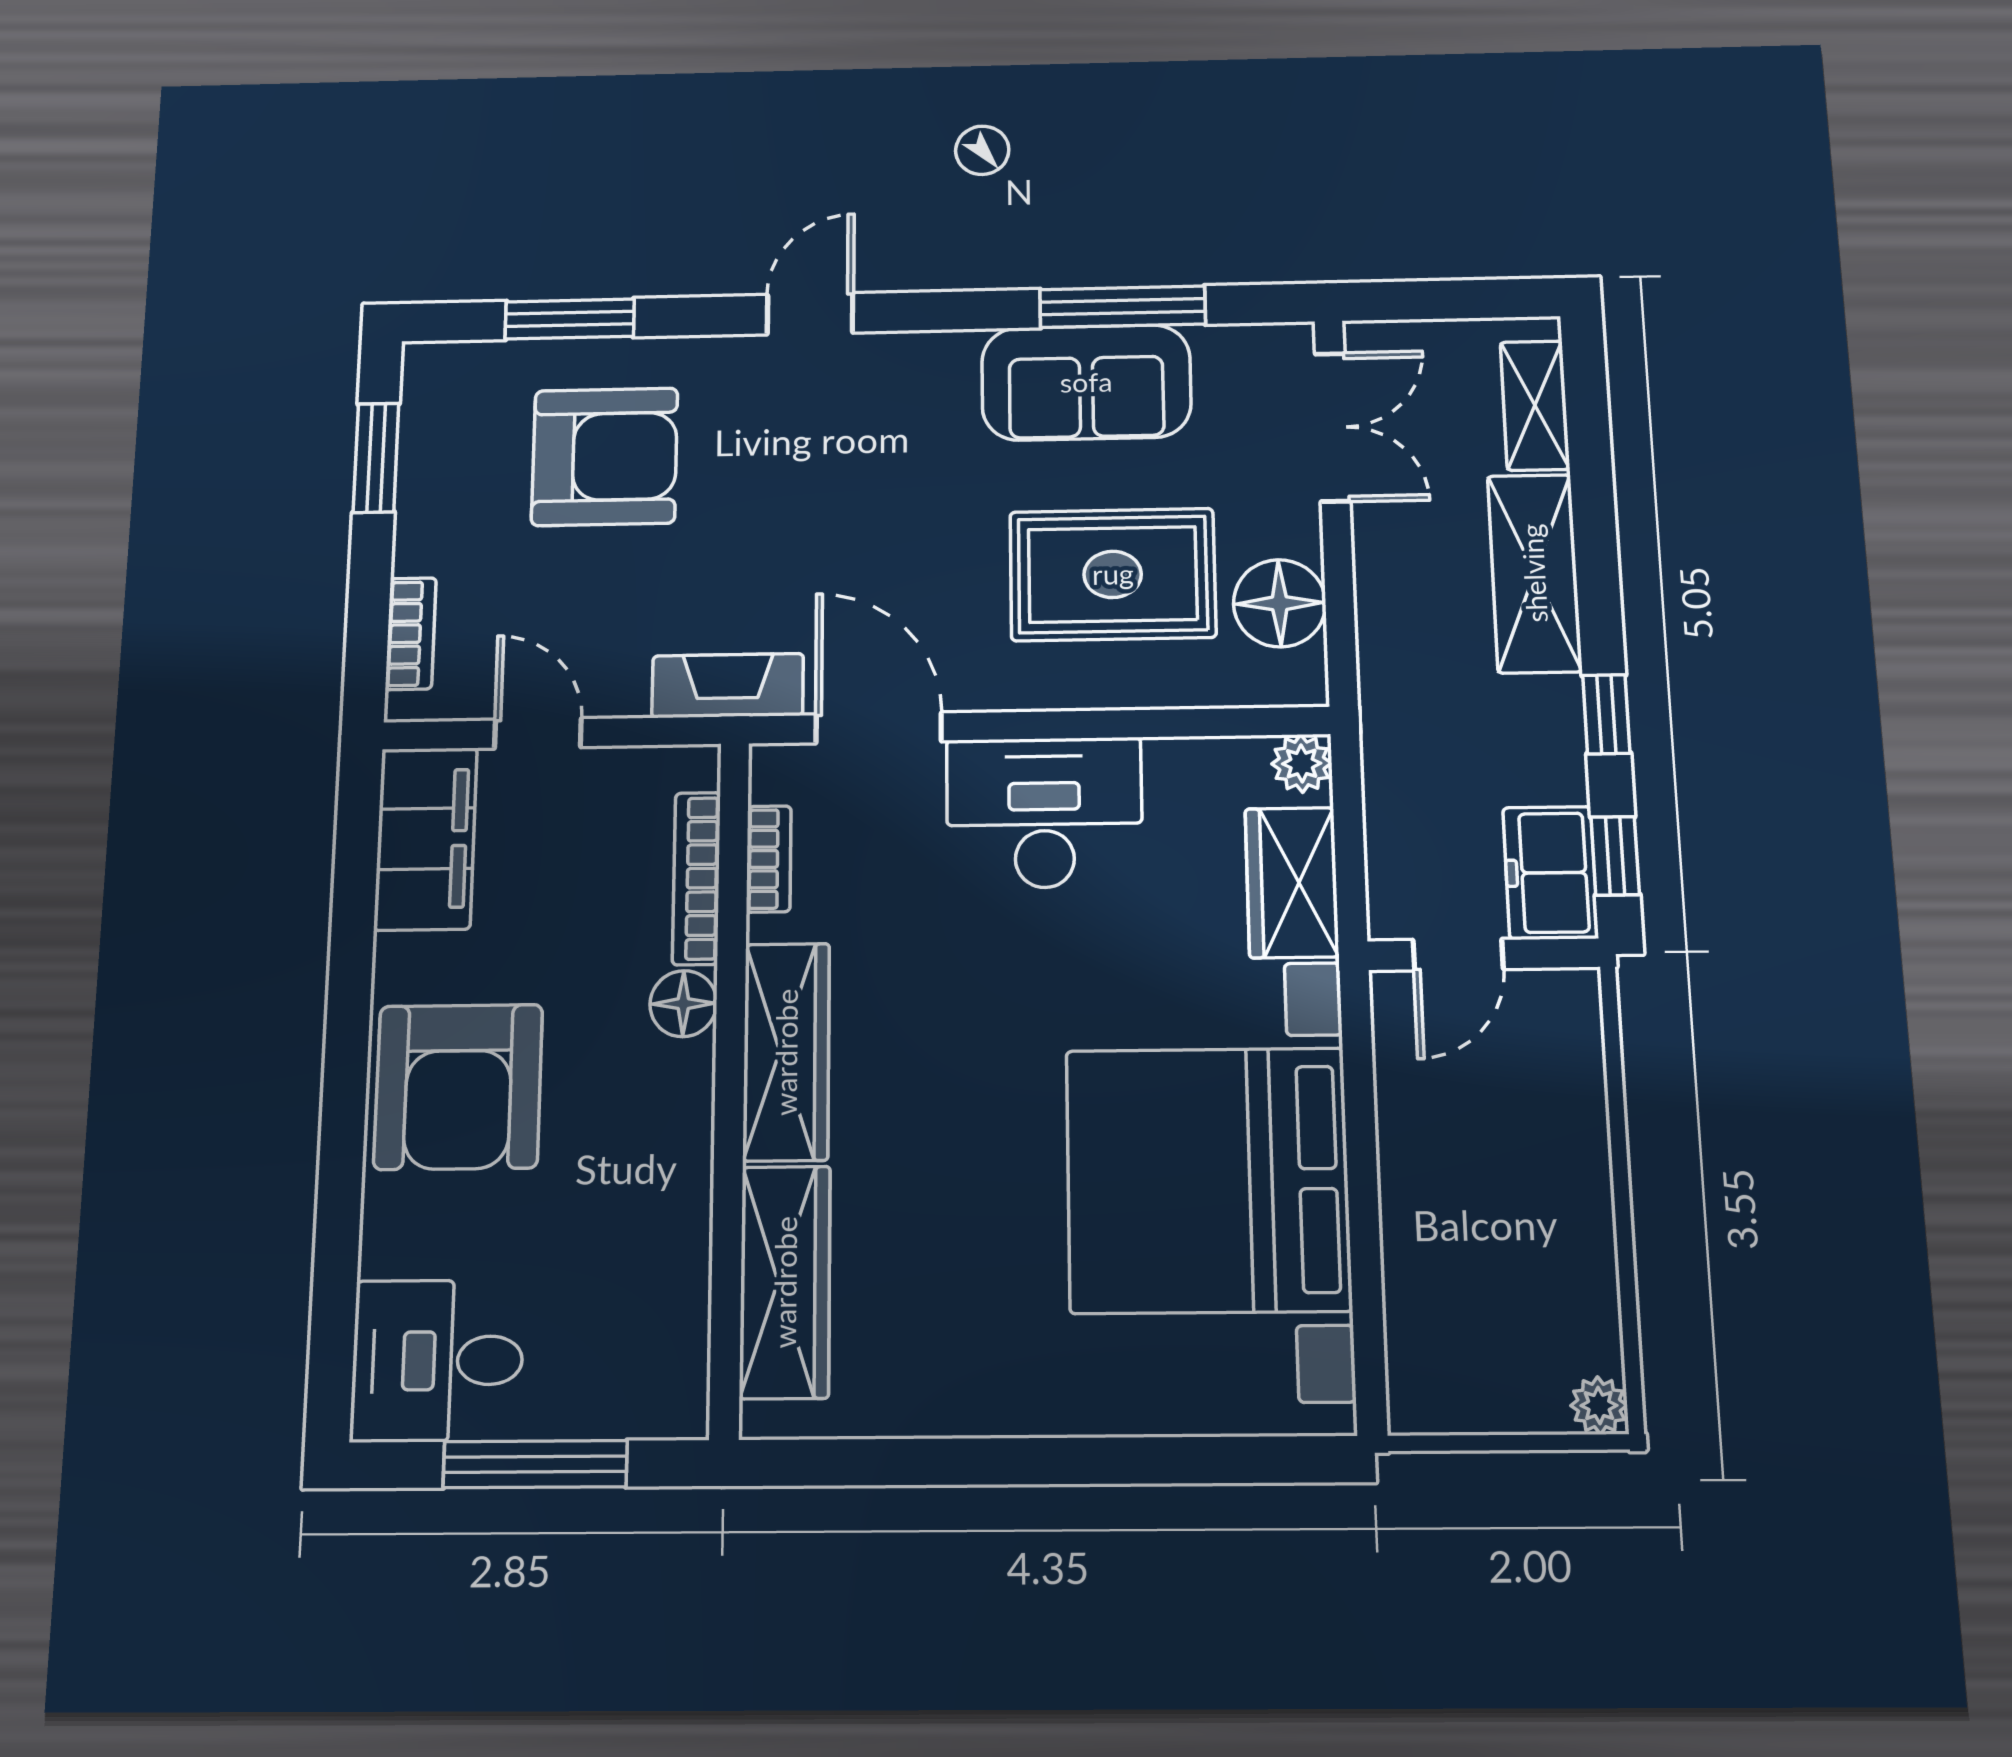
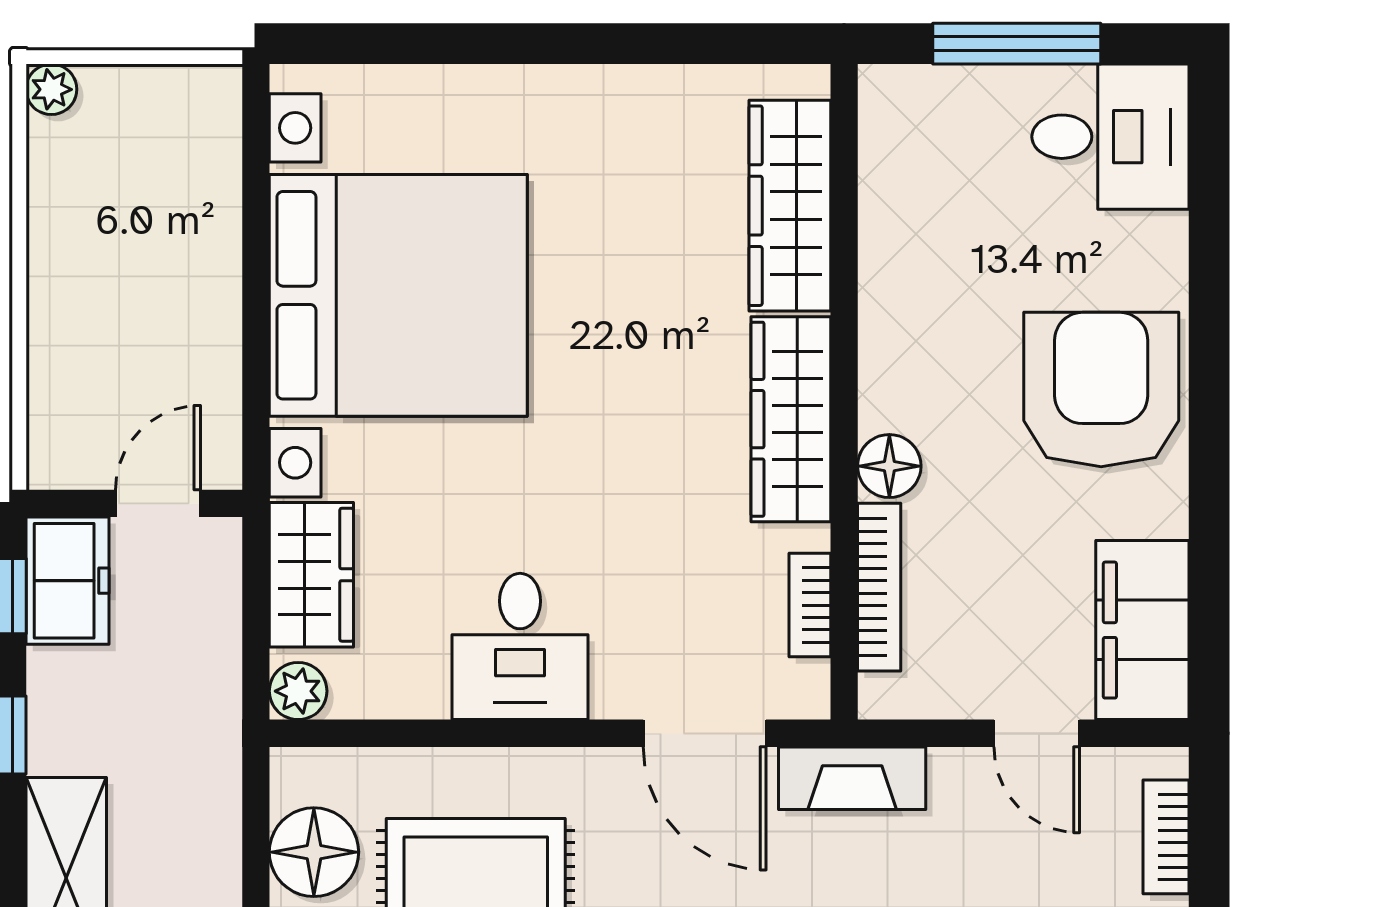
desk: (1044, 813) -> (520, 646), width x0.73

